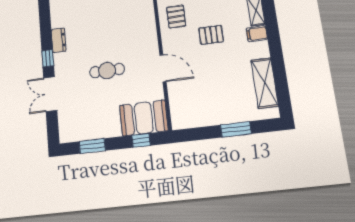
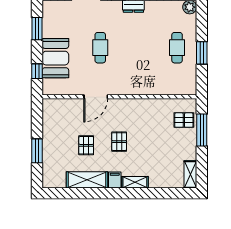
pallet: (176, 17) -> (86, 145), moved, turned 90
shelving: (265, 83) -> (87, 180), moved
booth: (144, 118) -> (55, 58), moved

